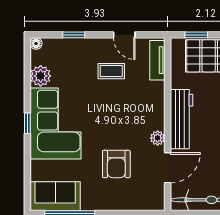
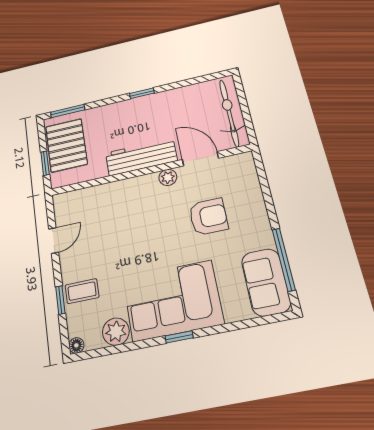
tv unit: (157, 60) -> (78, 198), removed
coffee table: (111, 71) -> (82, 291), moved, turned 90

